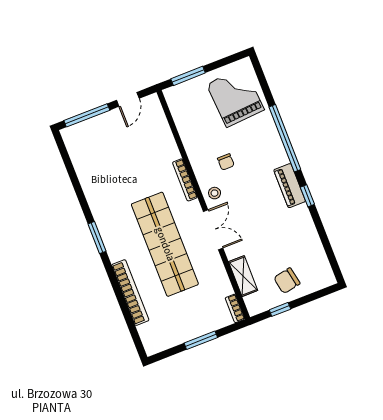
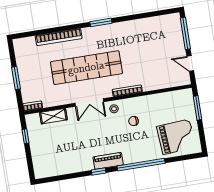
chair: (287, 281) -> (44, 145), removed

